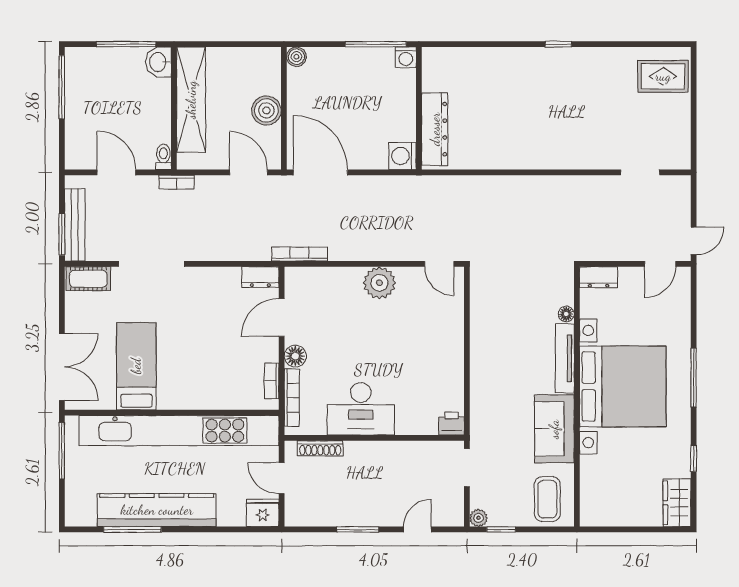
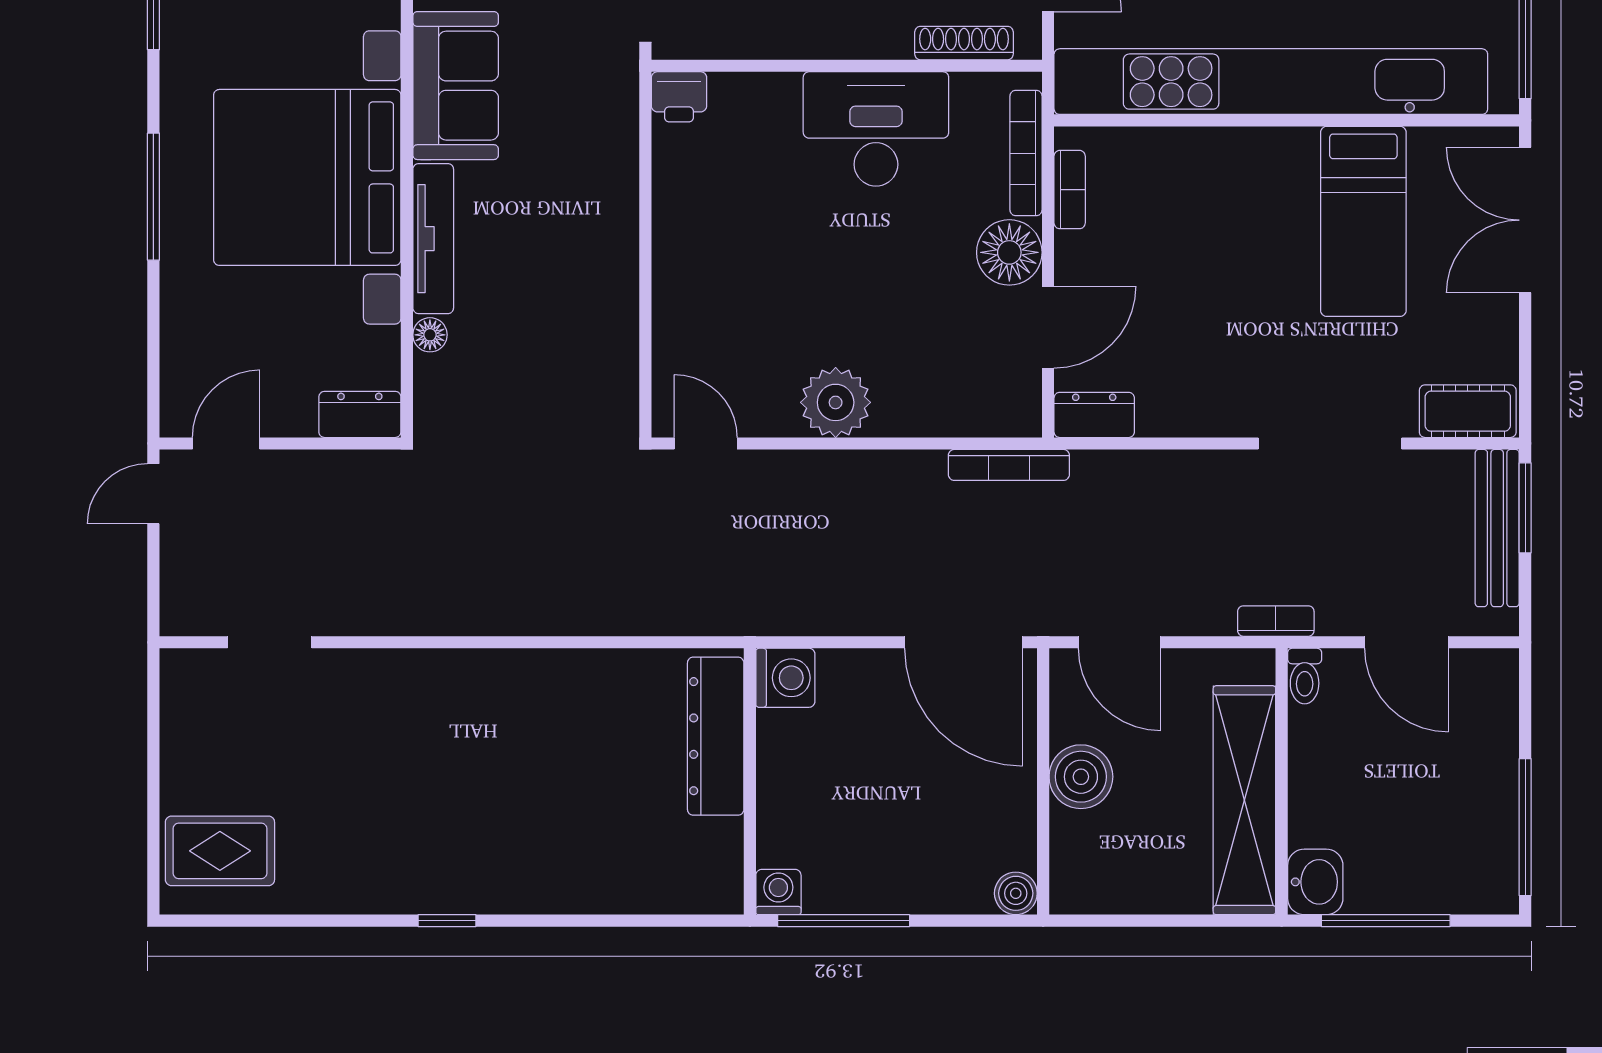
floor lamp: (295, 356) -> (1009, 252), width x1.38, depth x1.38

